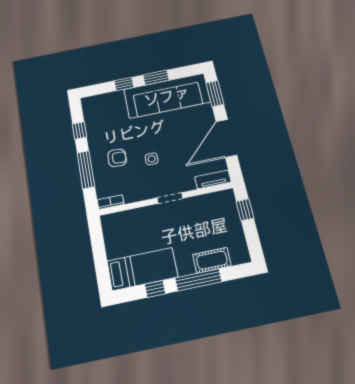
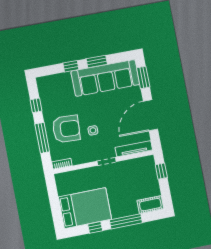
armchair: (117, 158) -> (66, 129), width x1.88, depth x1.88
tv unit: (213, 179) -> (134, 149), width x1.41
cot: (212, 260) -> (150, 205), moved
bed: (142, 269) -> (85, 208), width x1.50

